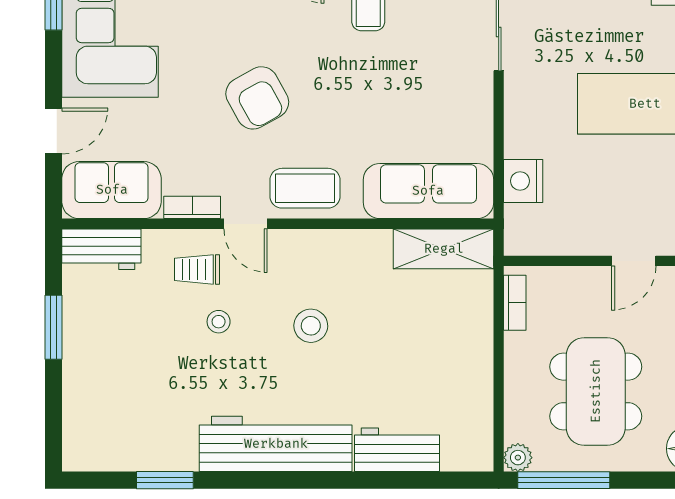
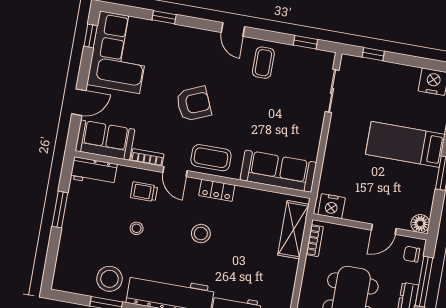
armchair: (257, 98) -> (194, 104), turned -84
nightstand: (523, 181) -> (332, 206), moved, turned -90
locker: (326, 244) -> (217, 190), added
shelving: (444, 249) -> (293, 230), moved, turned 90
stool: (219, 322) -> (137, 228), moved
stool: (163, 435) -> (109, 279), added

